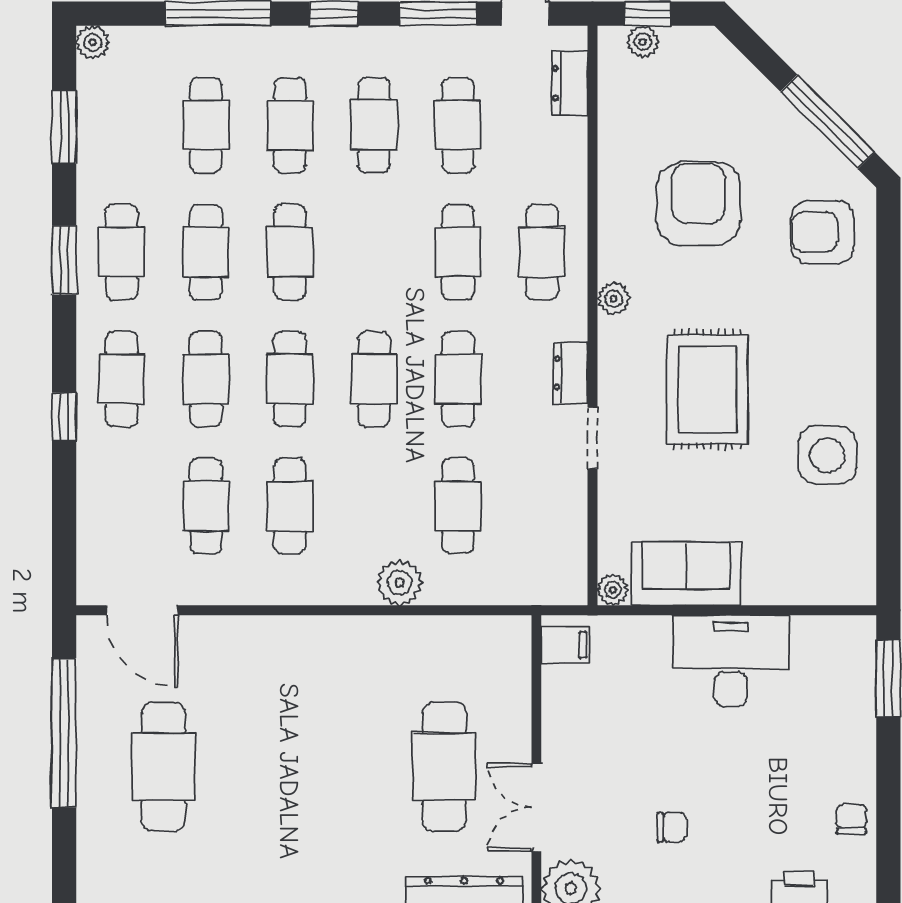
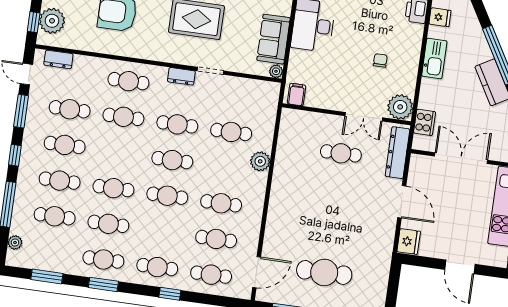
plant: (93, 42) -> (15, 243), moved
plant: (643, 42) -> (52, 21), width x1.88, depth x1.88
plant: (614, 299) -> (153, 54), removed
cafe table: (206, 379) -> (211, 275), moved
cafe table: (444, 767) -> (341, 153), width x0.73, depth x0.74

